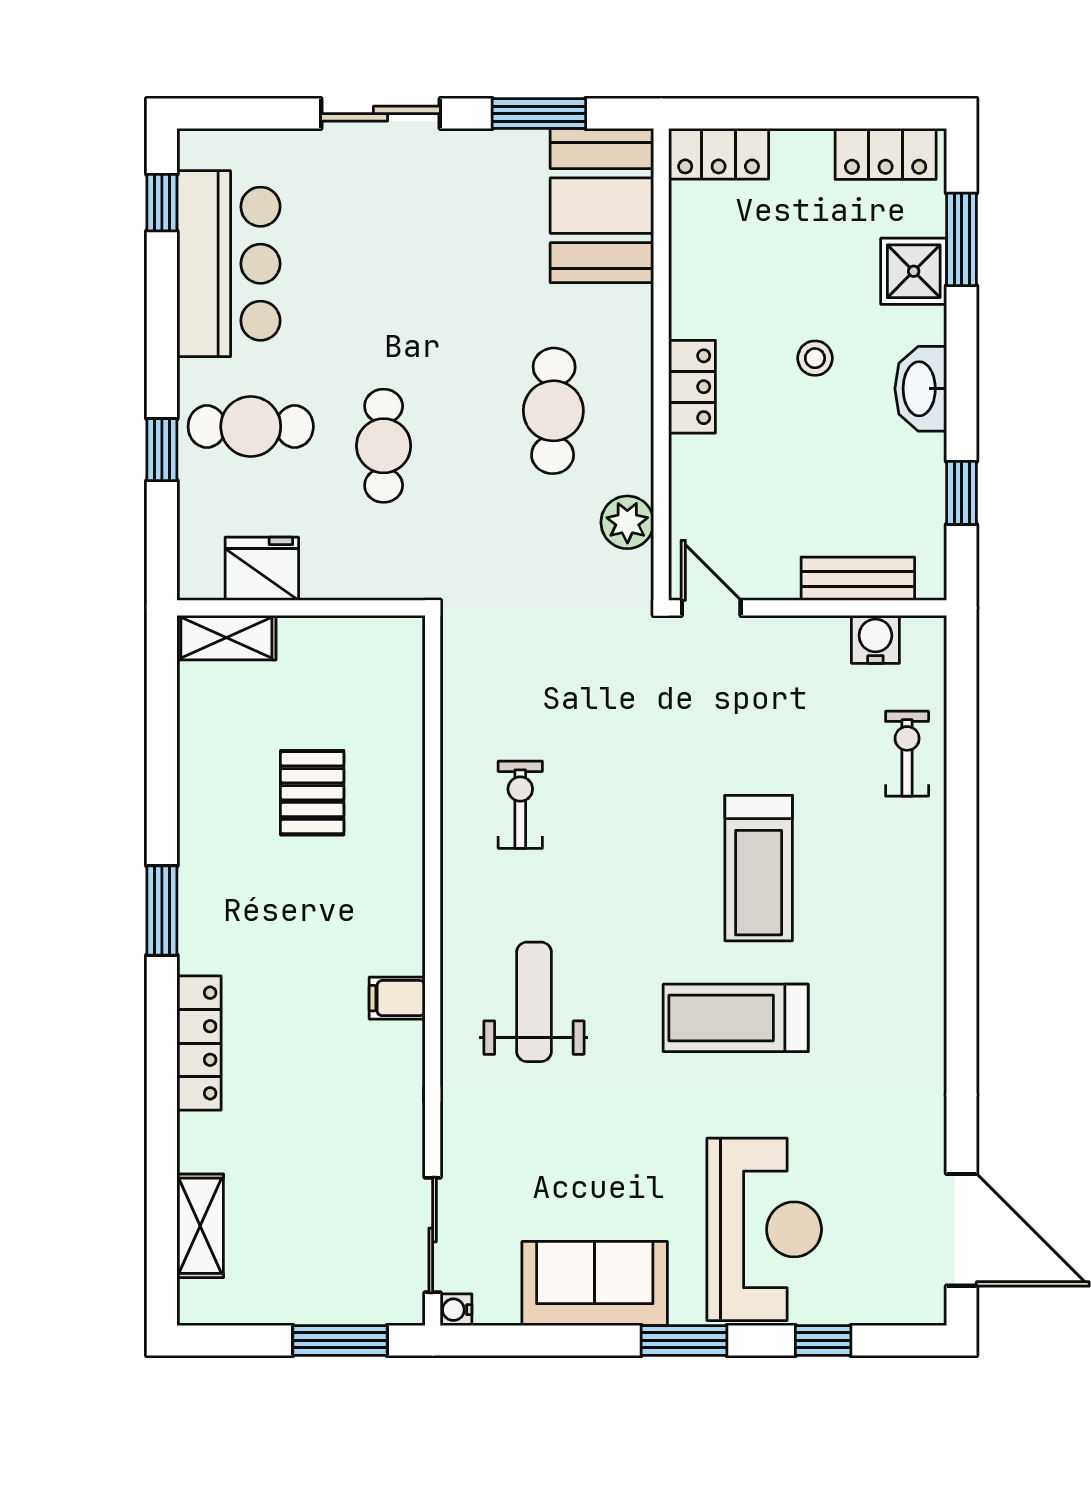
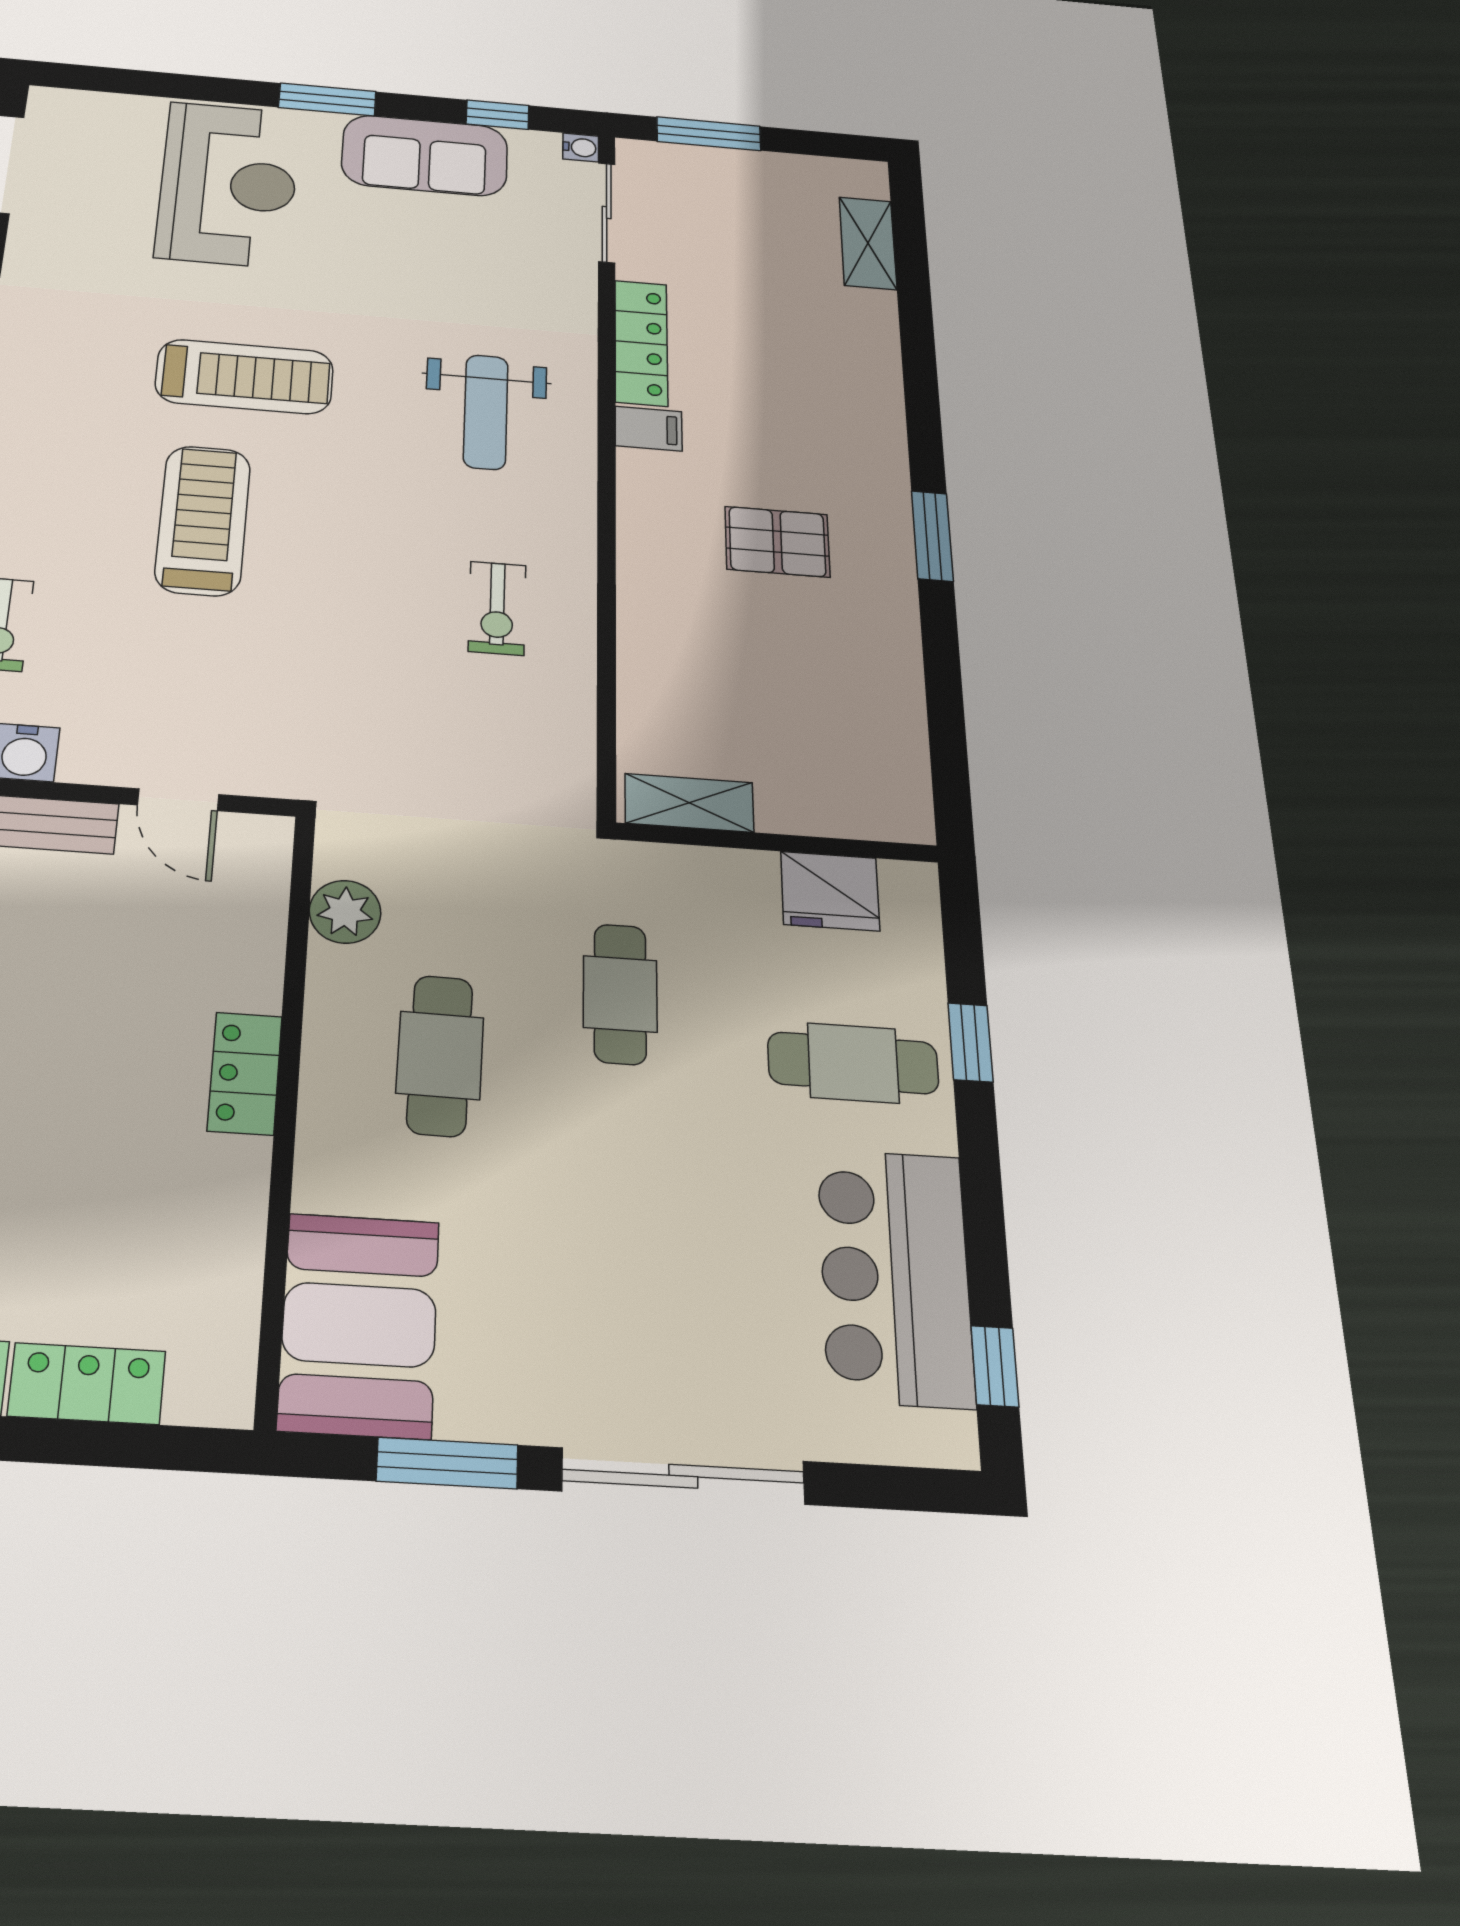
sliding door: (380, 114) -> (683, 1476), width x1.37
locker: (719, 154) -> (87, 1384), moved
stool: (815, 358) -> (67, 1099), removed
cafe table: (384, 446) -> (620, 994), moved
door: (711, 608) -> (178, 800), moved
shelving: (226, 638) -> (689, 803), moved
pallet: (312, 793) -> (777, 542), moved, turned 90
locker: (199, 1043) -> (641, 343), moved, turned 180
reception desk: (764, 1229) -> (228, 184), turned 180
window: (823, 1340) -> (498, 115), moved

